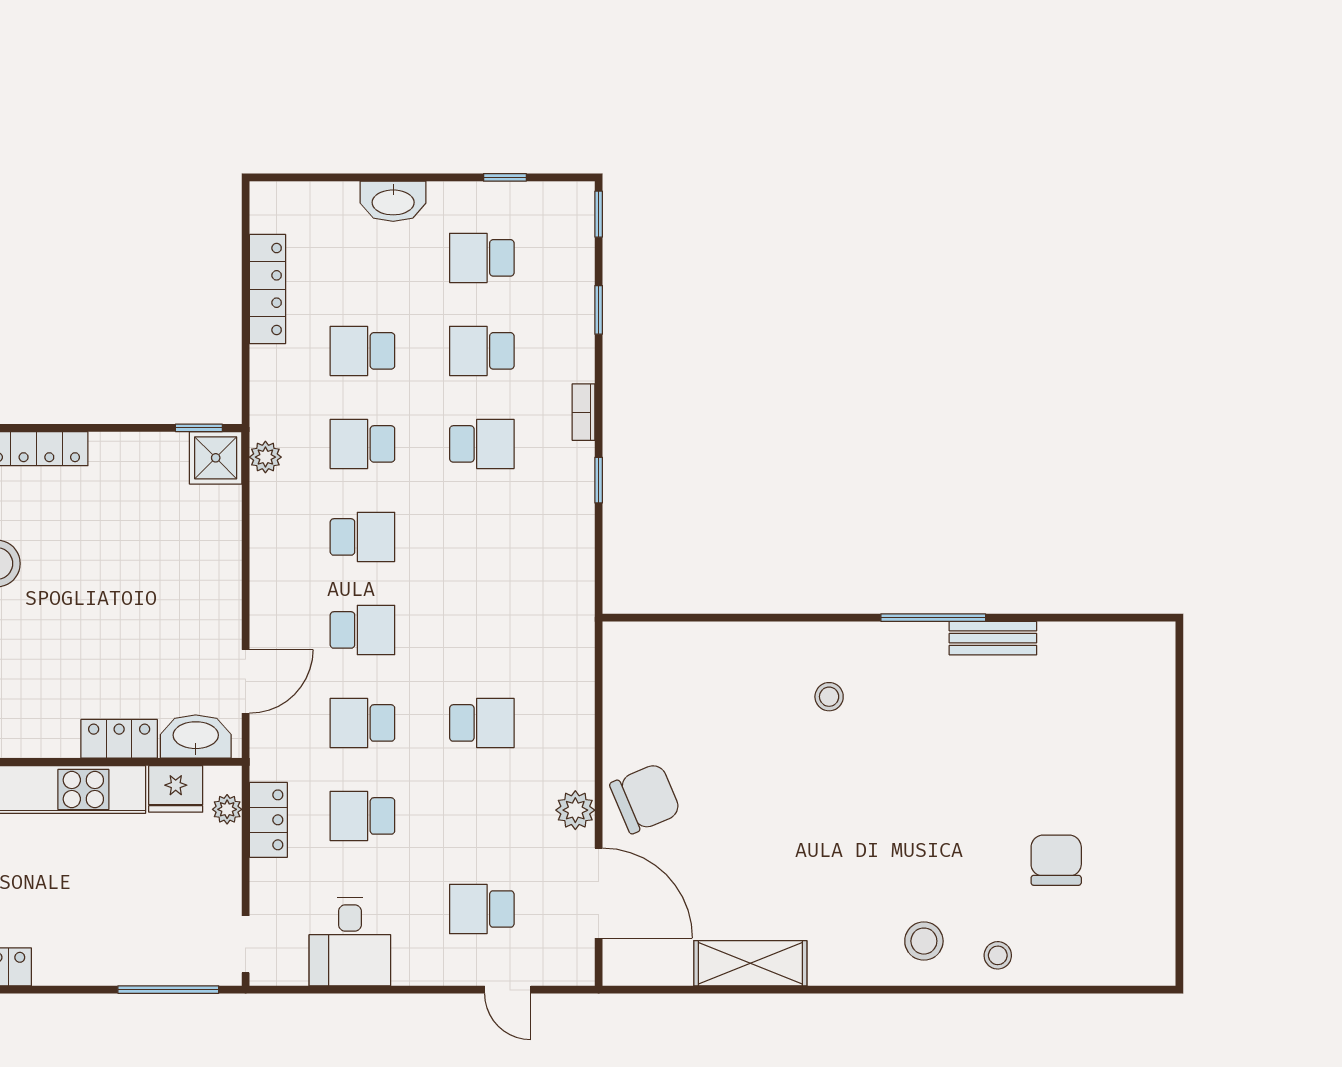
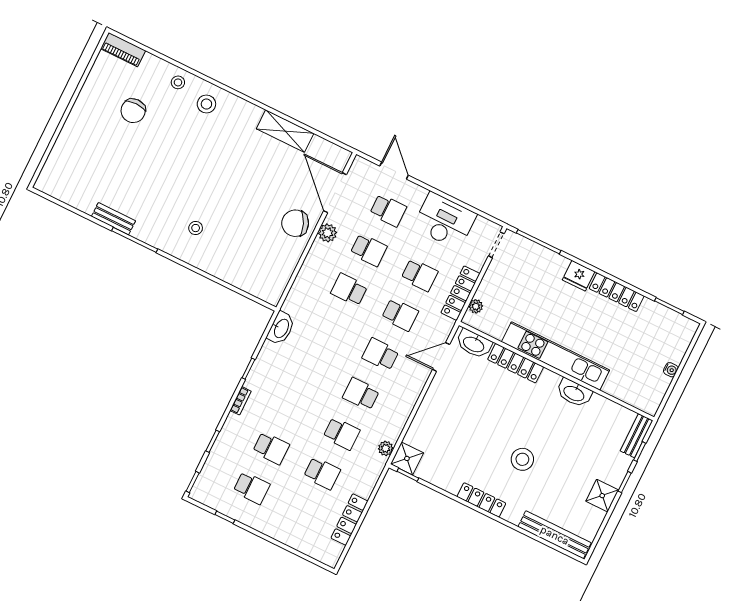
washbasin: (393, 201) -> (281, 328), moved, turned 90
school desk: (482, 444) -> (369, 250), moved, turned 180
locker: (119, 739) -> (516, 363), width x1.53
fridge: (176, 789) -> (579, 276), moved, turned 180
locker: (268, 820) -> (460, 293), width x1.53
desk: (350, 942) -> (445, 221), width x1.37
piano: (1132, 966) -> (123, 50), added
door: (508, 990) -> (394, 171), width x1.38

